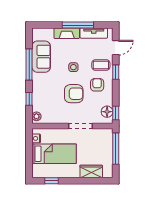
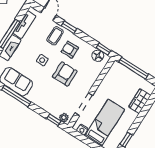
window: (29, 99) -> (54, 120), moved
doorway: (81, 126) -> (84, 104), moved

